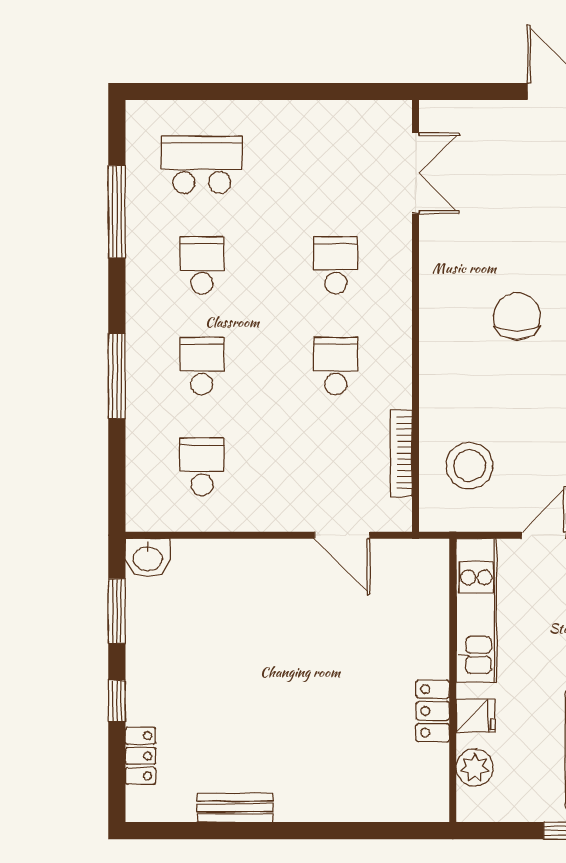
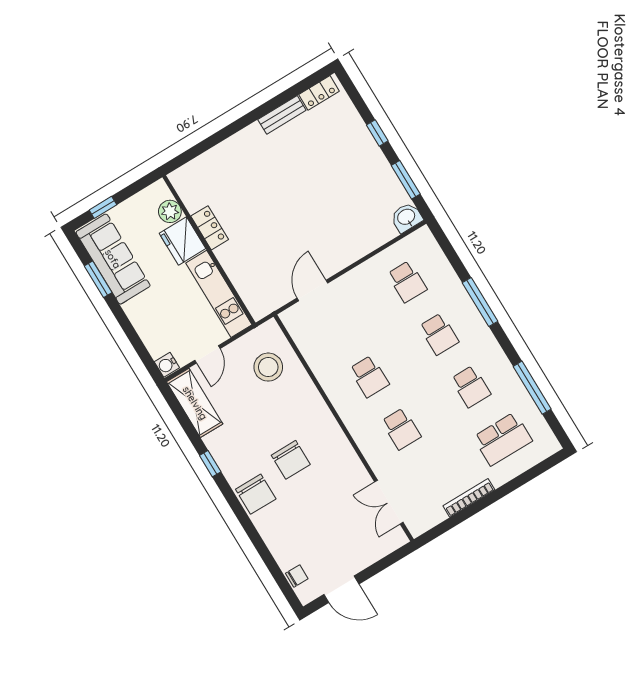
bookcase: (401, 453) -> (469, 498), moved, turned -90
door: (342, 535) -> (312, 291), hinge flipped
fridge: (476, 716) -> (182, 241), width x1.88, depth x1.34
locker: (141, 756) -> (319, 93), moved, turned -90

